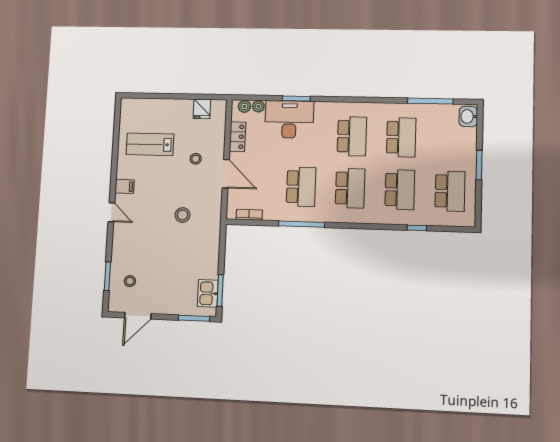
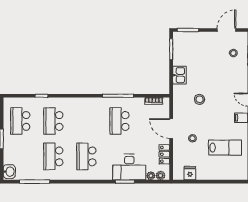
school desk: (350, 188) -> (86, 121), removed
kitchen sink: (208, 293) -> (179, 75), moved

